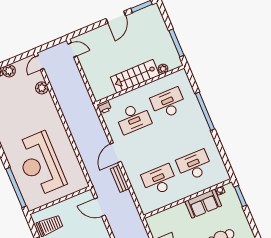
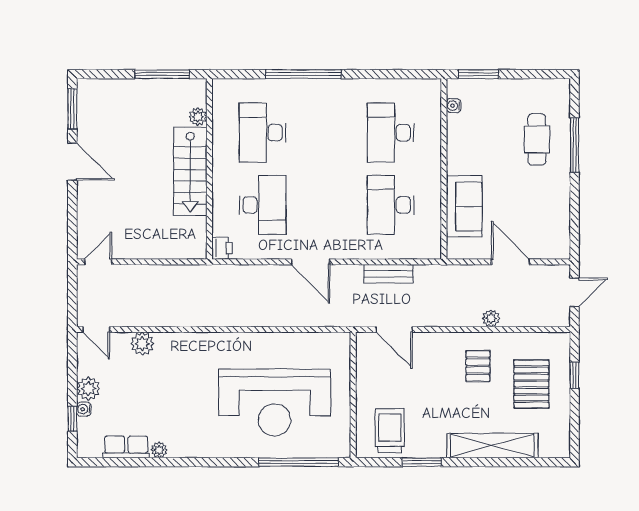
bench: (120, 179) -> (388, 274), moved
sofa: (203, 204) -> (464, 206), moved
door: (100, 207) -> (394, 329), hinge flipped

